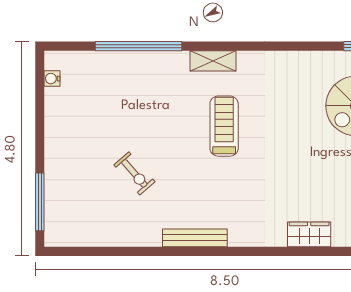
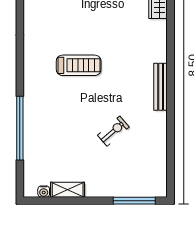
shelving: (213, 61) -> (68, 190), moved, turned 90
treadmill: (224, 126) -> (79, 65), turned 180

